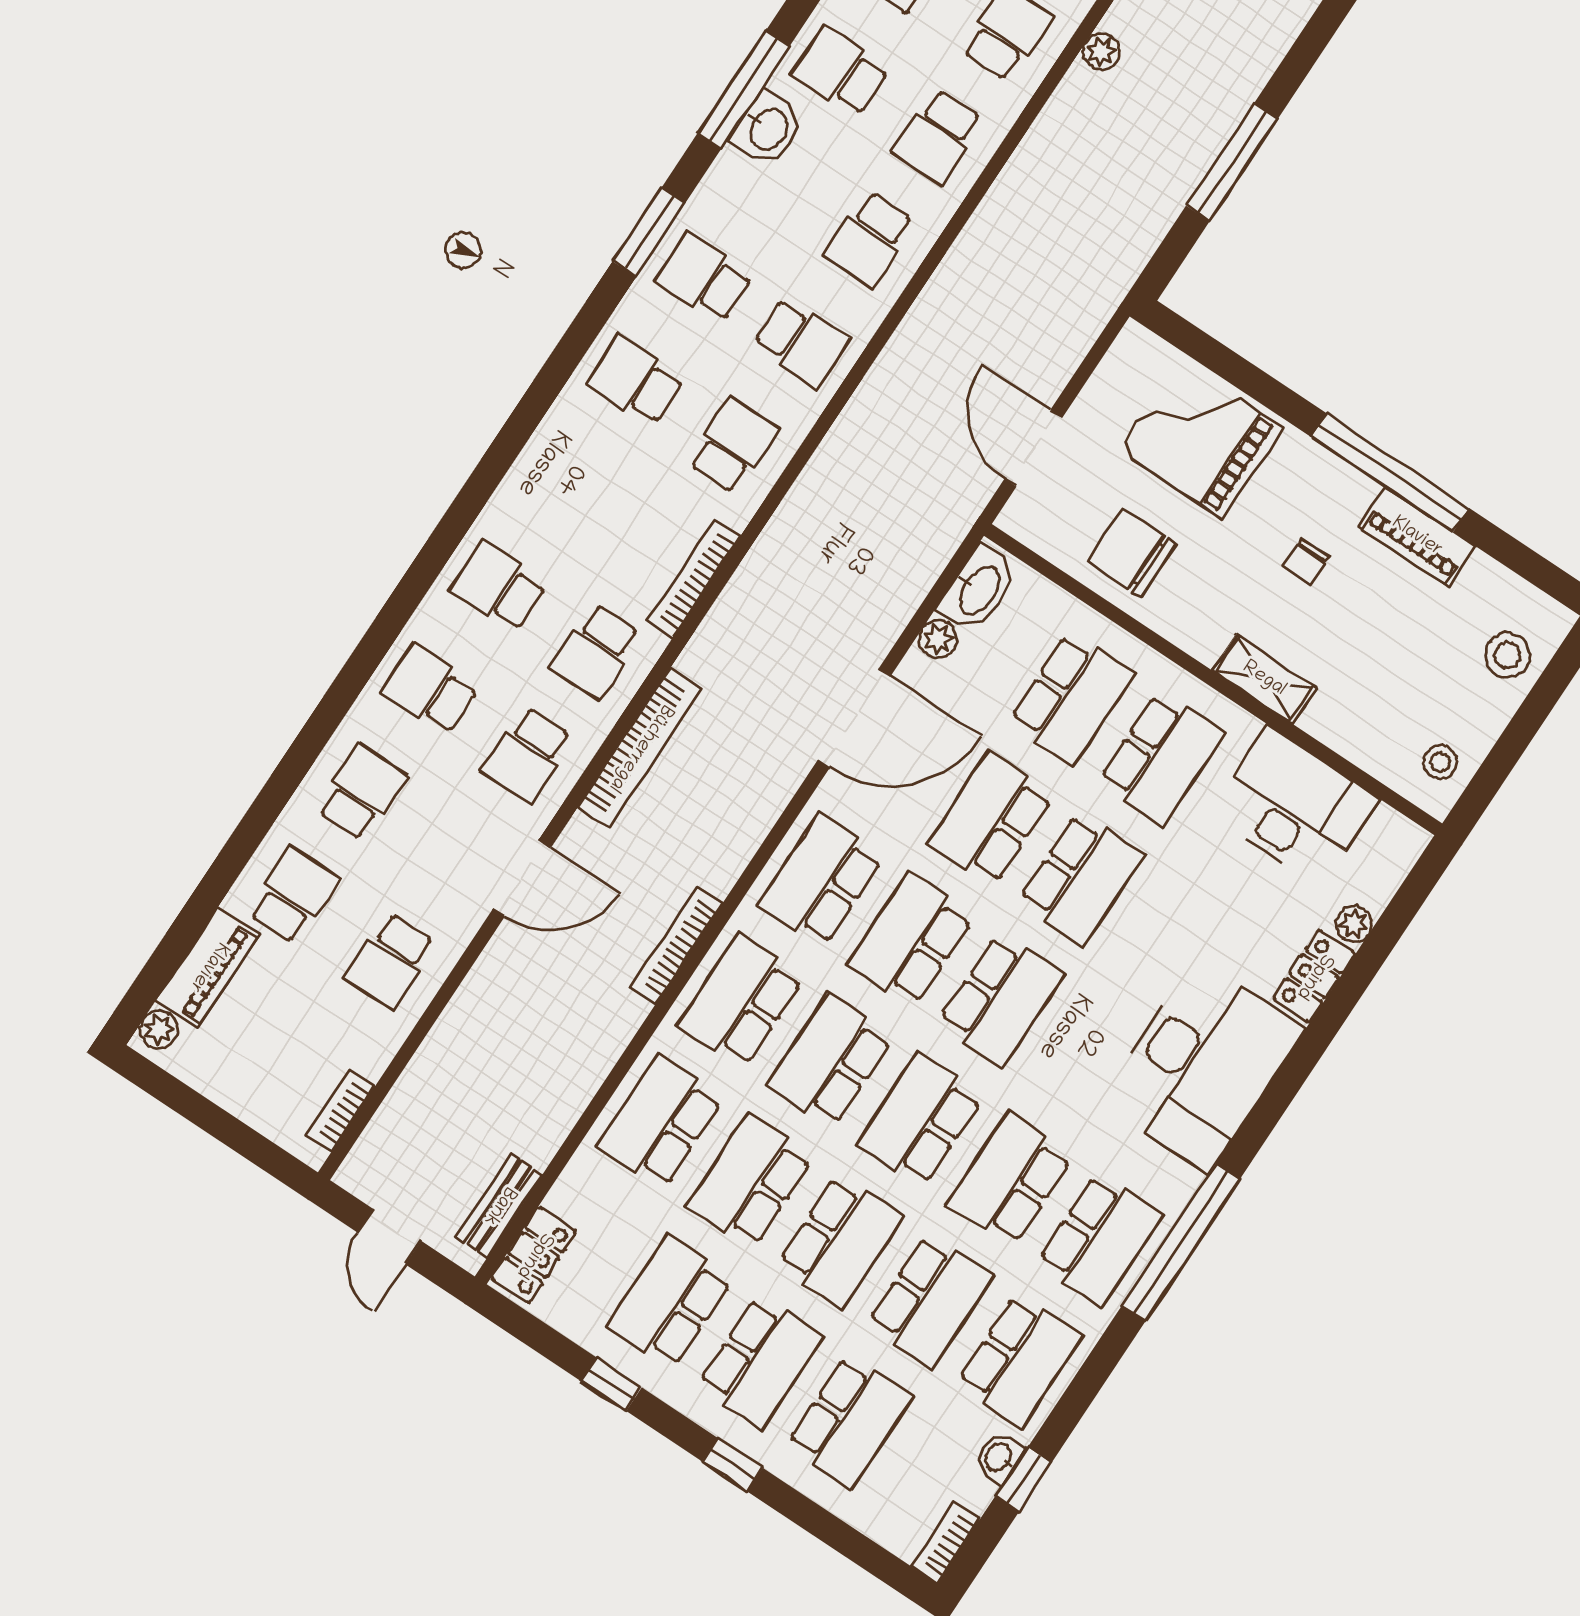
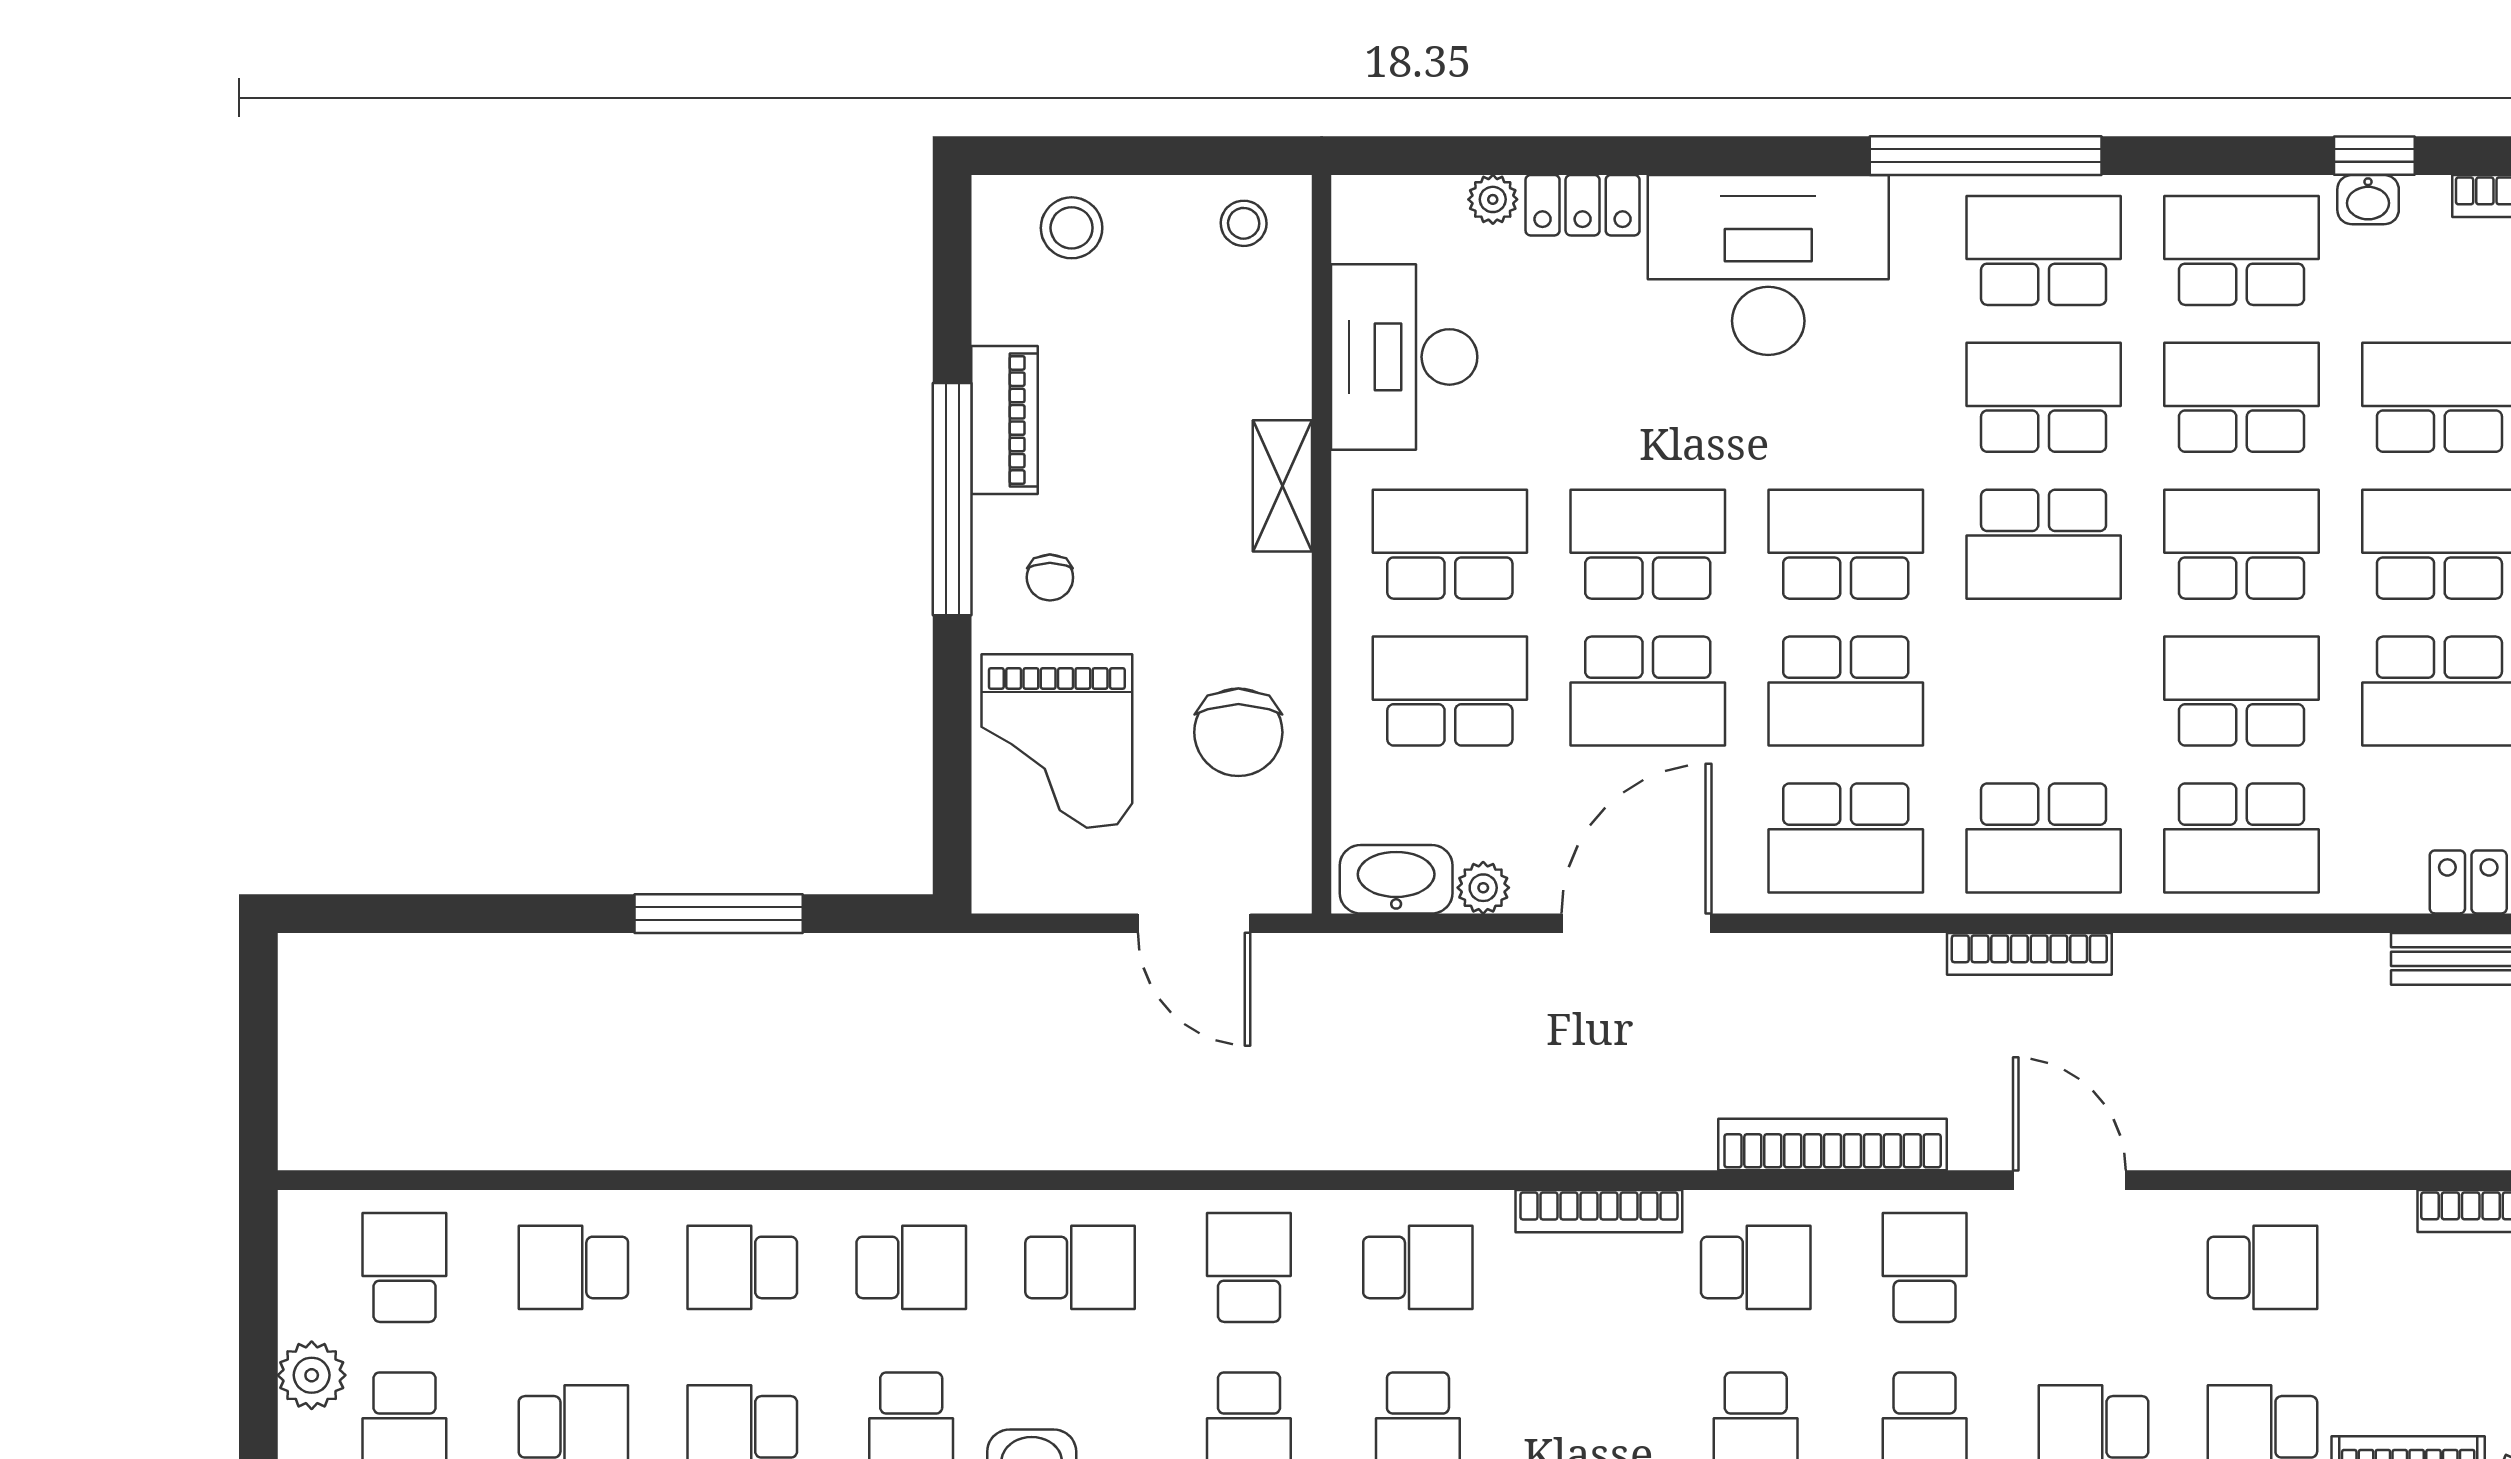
plant: (1101, 52) -> (692, 1146), removed
school desk: (733, 445) -> (1418, 1267), turned 180
door: (1033, 448) -> (1194, 923), hinge flipped
chair: (1306, 562) -> (1050, 577), moved, turned 90
door: (854, 718) -> (1636, 923), hinge flipped
school desk: (527, 754) -> (1925, 1267), turned -90
school desk: (831, 1061) -> (2044, 691), removed
school desk: (1010, 1180) -> (2044, 397), turned 180
school desk: (751, 1181) -> (2242, 691), turned 180

